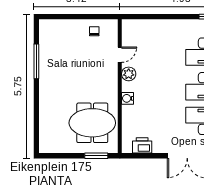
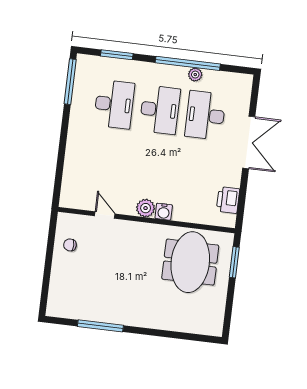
plant: (129, 74) -> (146, 208), moved

